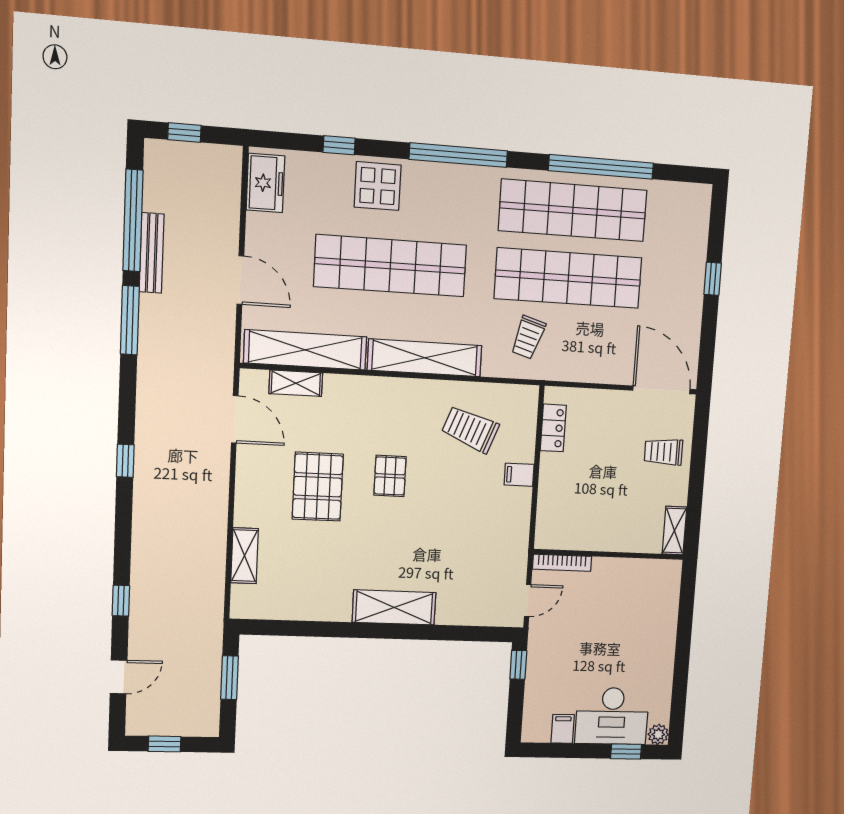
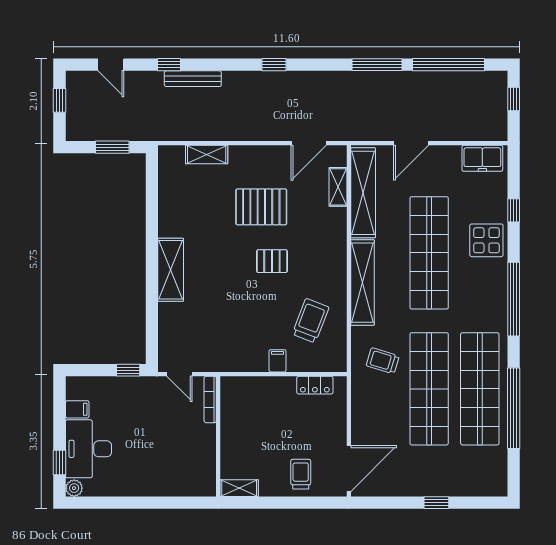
bench: (152, 253) -> (193, 79), moved

